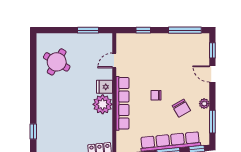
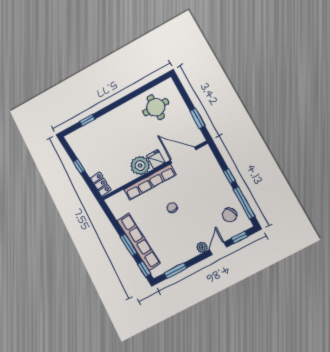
window: (143, 30) -> (229, 176), moved
door: (114, 60) -> (183, 155), width x1.88
round table: (57, 62) -> (156, 107), turned -30
plant: (204, 104) -> (202, 247), moved
chair: (181, 108) -> (230, 215), moved

